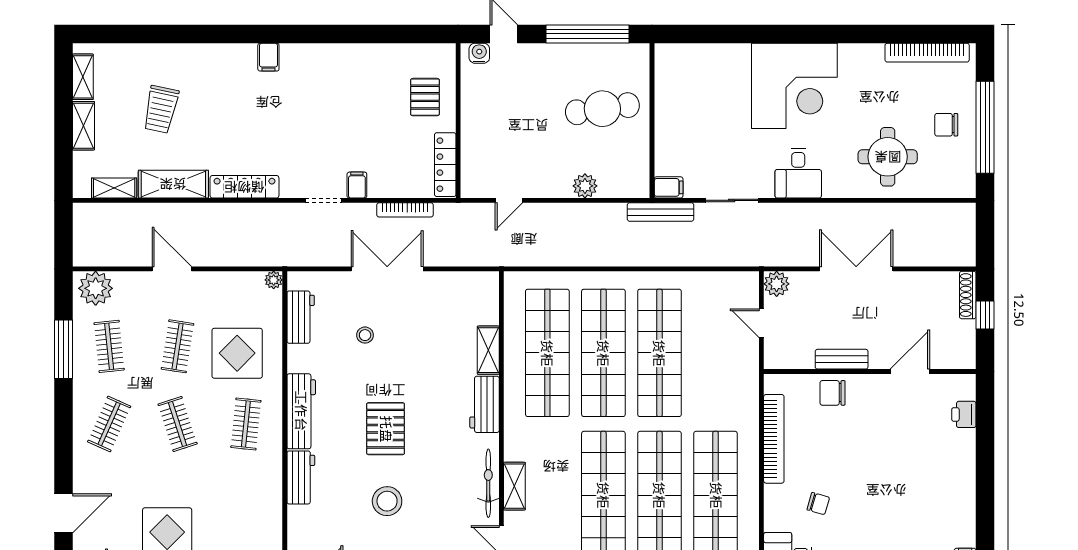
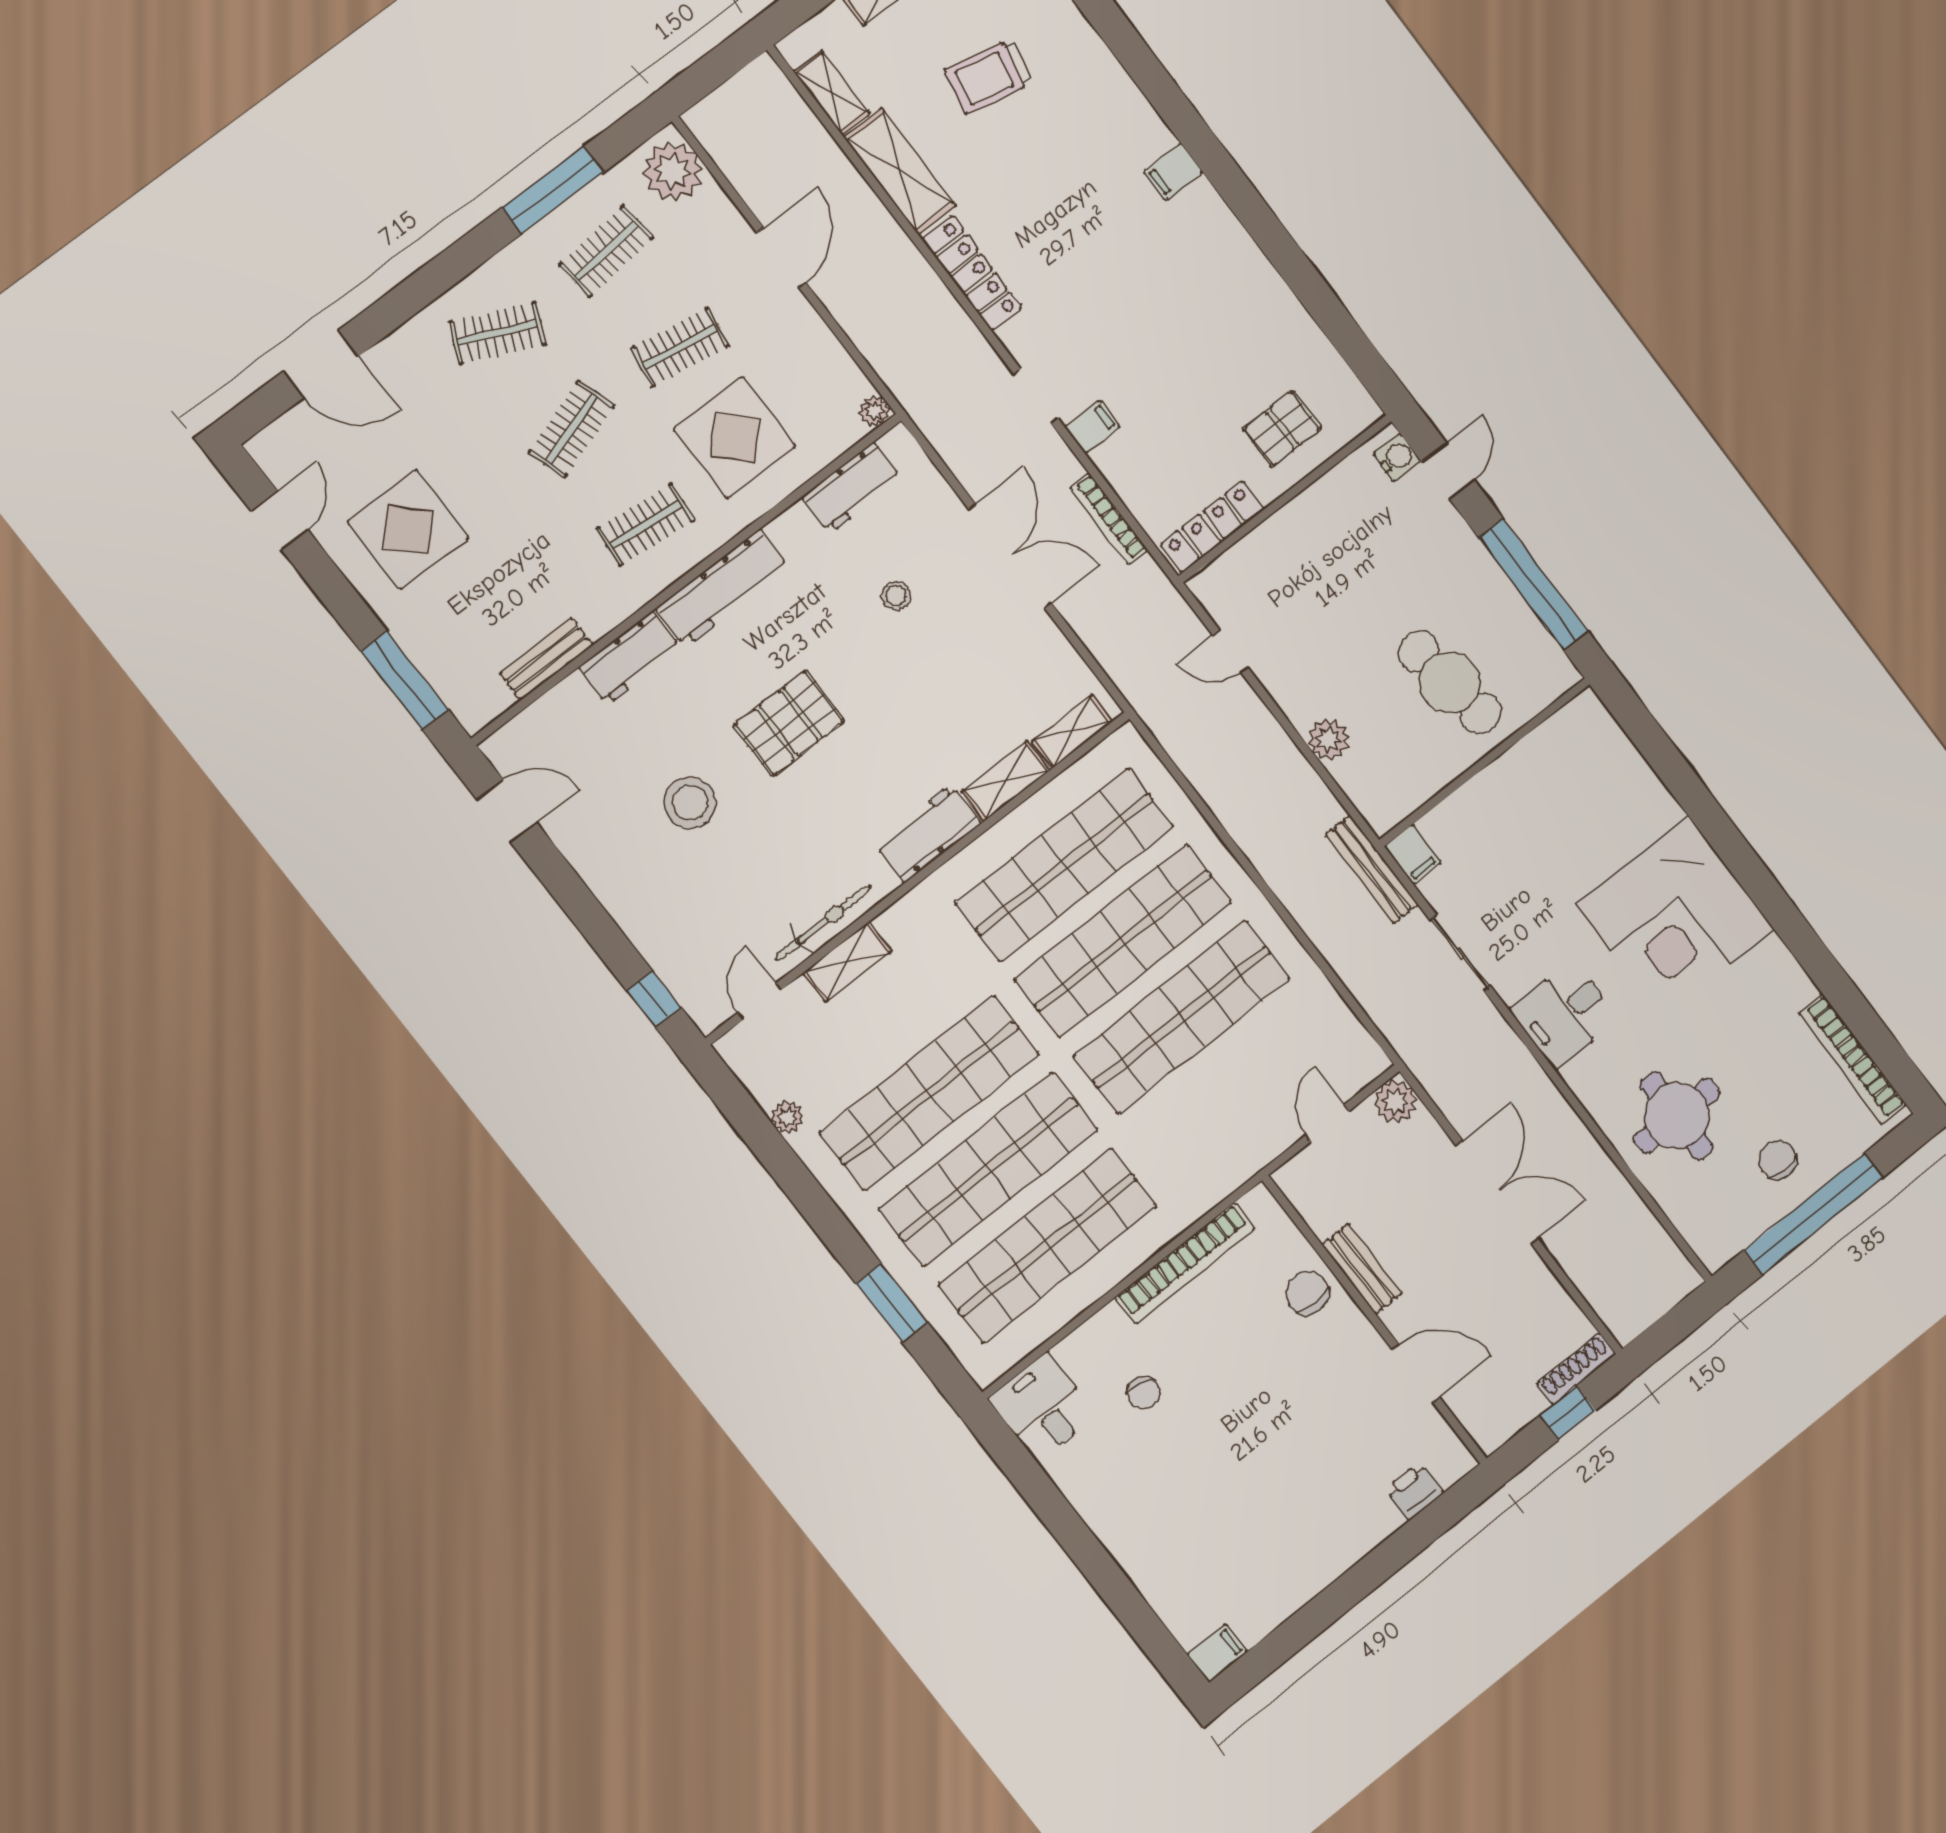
shelving: (489, 302) -> (1072, 731), added
bench: (273, 515) -> (546, 659), added

